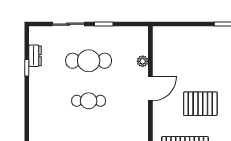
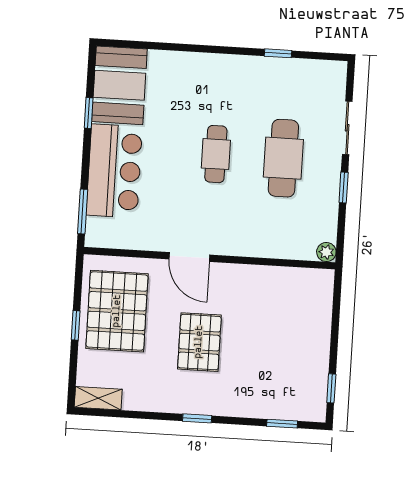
dresser: (35, 56) -> (297, 68), removed
plant: (143, 61) -> (326, 252), moved
door: (150, 89) -> (189, 257), moved

